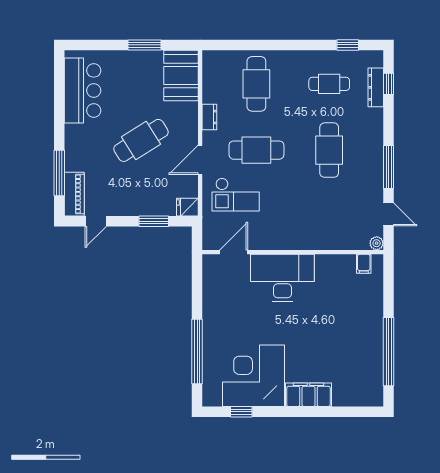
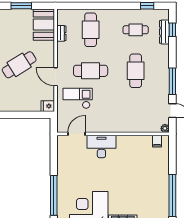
dresser: (209, 117) -> (61, 33), moved
door: (200, 160) -> (56, 77), hinge flipped
checkout: (236, 195) -> (78, 98), turned 180
window: (154, 221) -> (27, 115), removed
desk: (282, 278) -> (101, 147), width x0.73, depth x0.77

